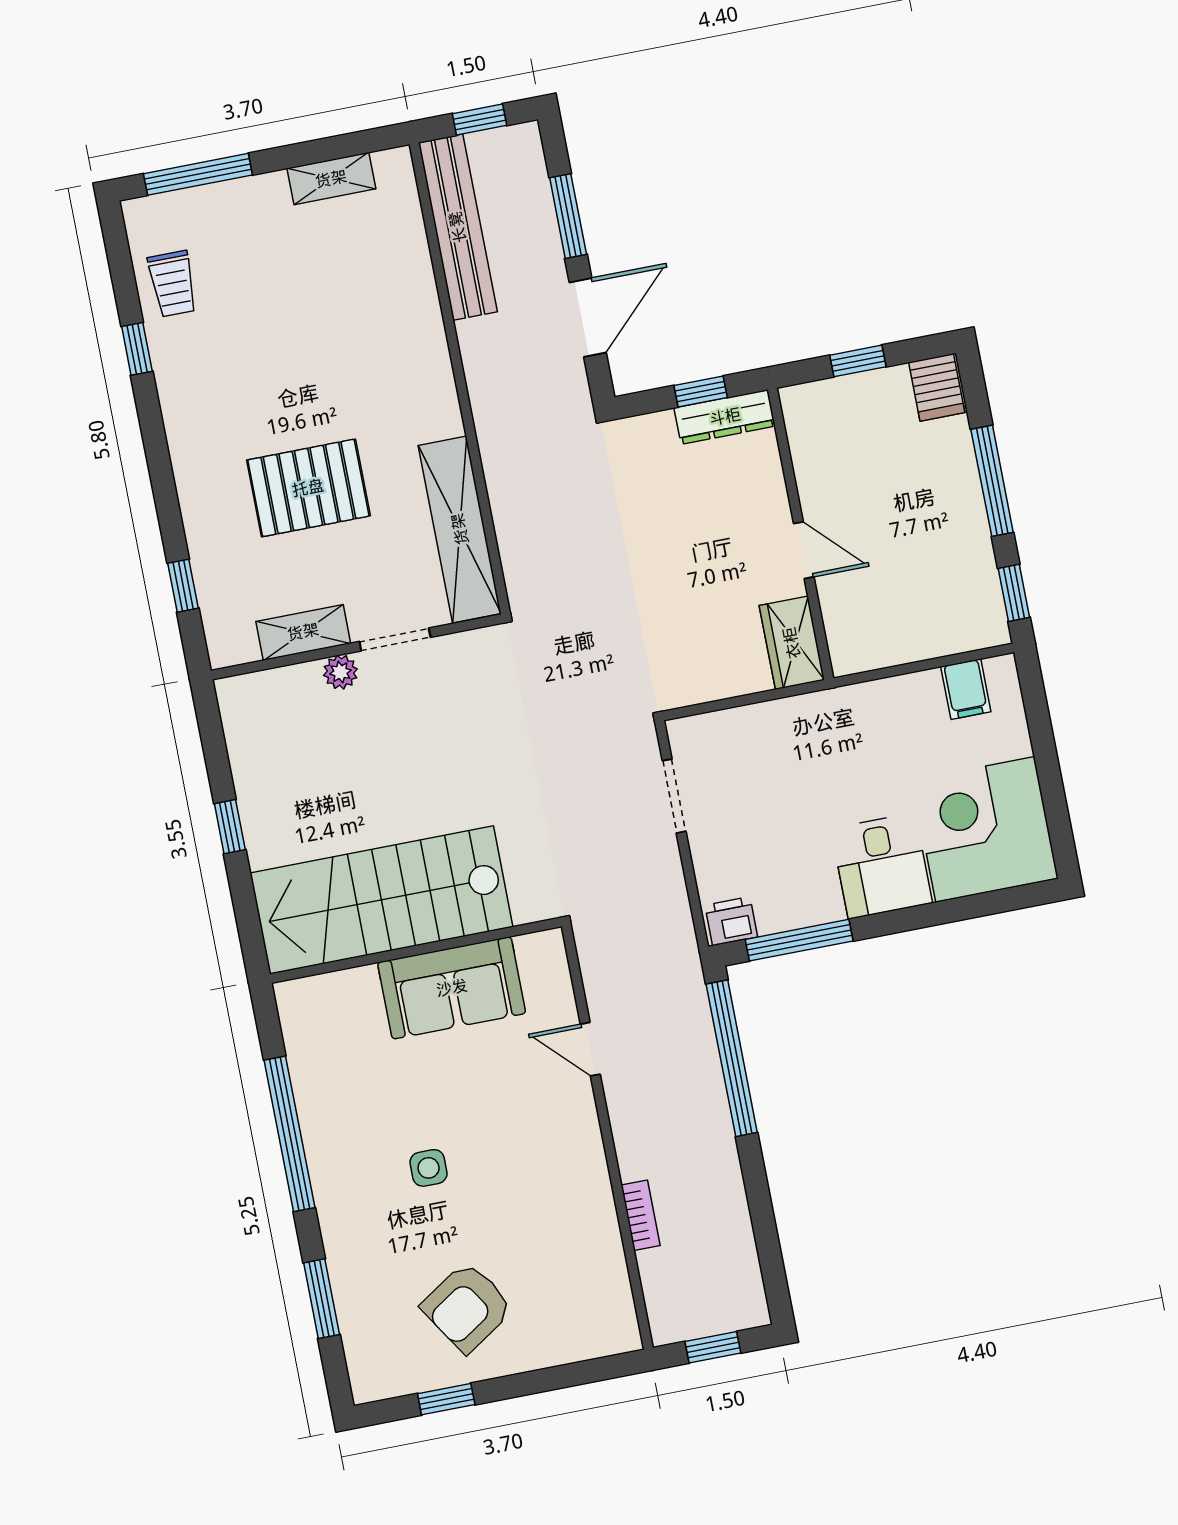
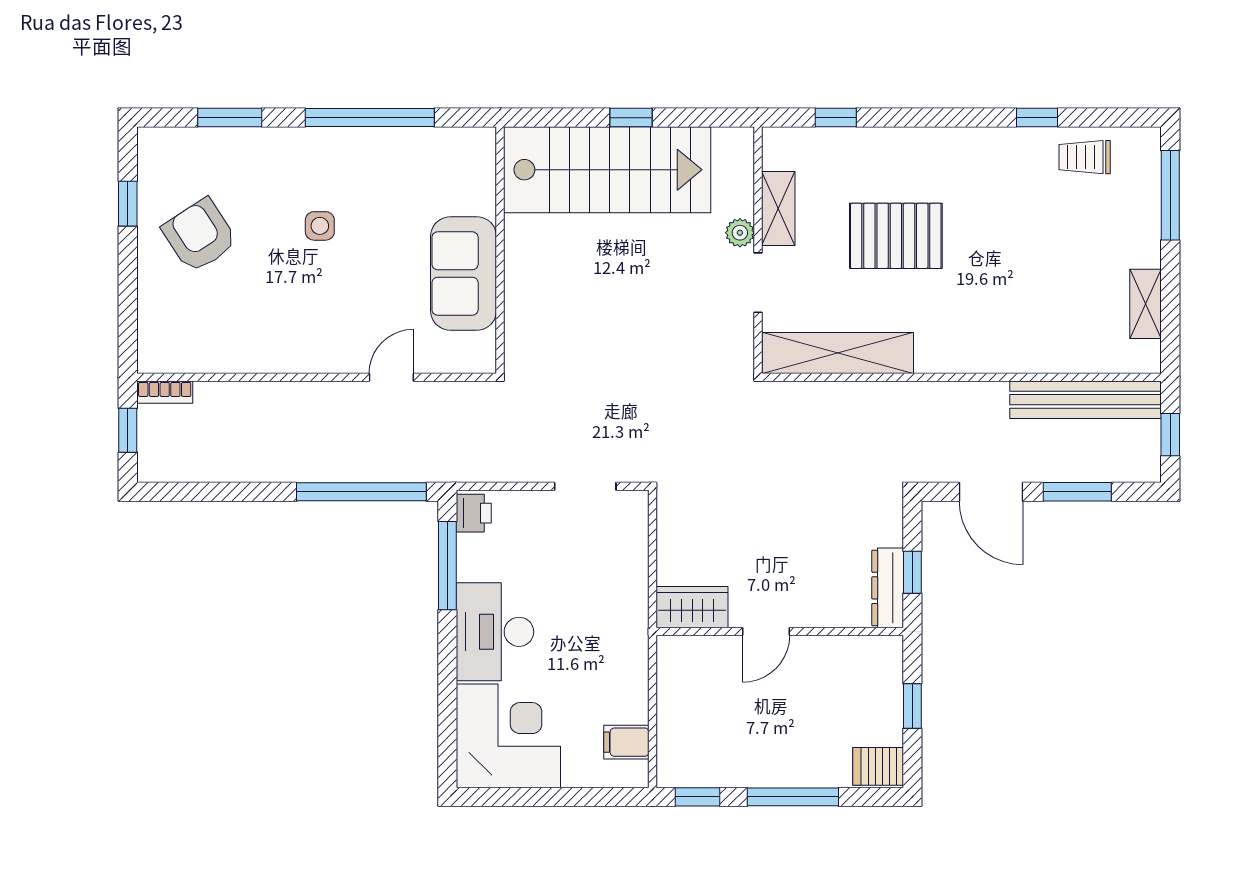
pallet: (308, 488) -> (896, 236), turned 90
desk: (882, 866) -> (495, 632), width x1.37
stairs: (381, 900) -> (607, 170), moved, turned 90
bookcase: (641, 1215) -> (165, 392), moved

